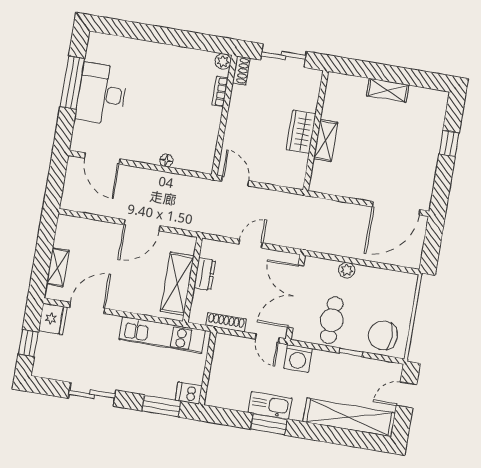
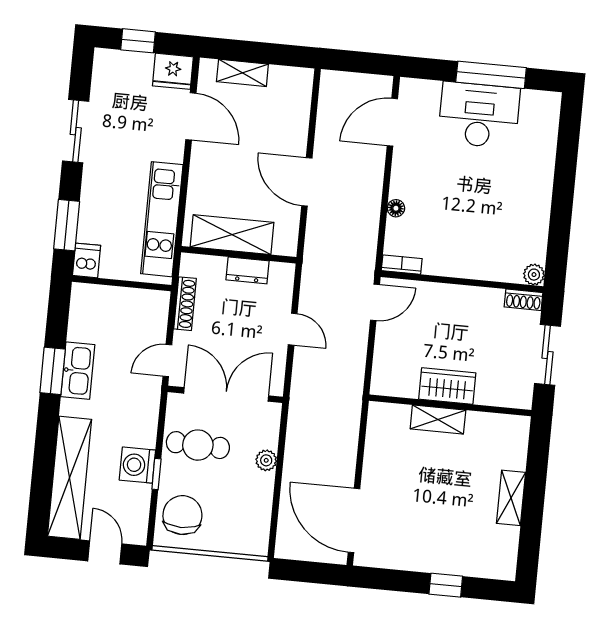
bookcase: (220, 92) -> (402, 265), moved
washing machine: (298, 358) -> (137, 465), moved

